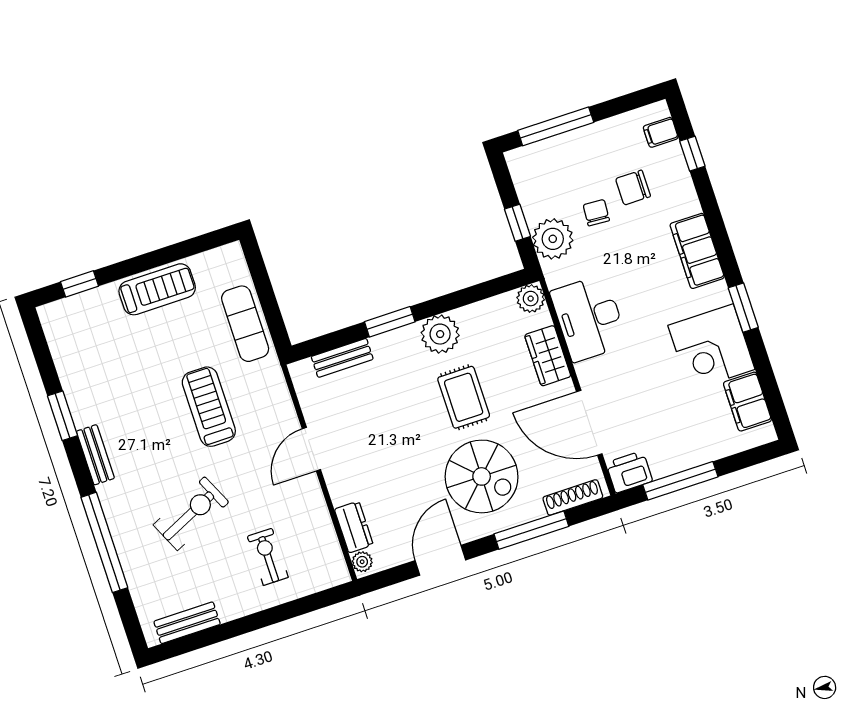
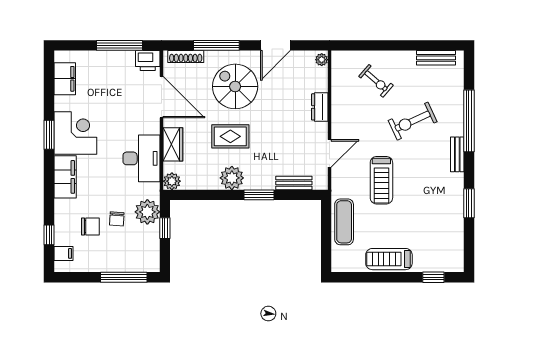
corner desk: (711, 347) -> (75, 133), moved
rug: (464, 397) -> (230, 136), turned 90
door: (311, 449) -> (330, 153), moved
bench: (95, 455) -> (457, 154), moved
dresser: (354, 527) -> (320, 107), moved
exercise bike: (268, 557) -> (376, 81), turned -49

